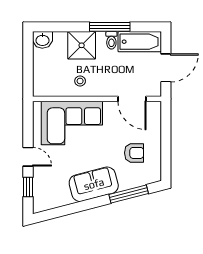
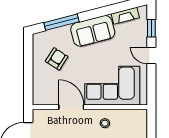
door: (132, 99) -> (71, 107), moved
armchair: (134, 153) -> (57, 59), turned 123
fireplace: (57, 201) -> (125, 16), added

